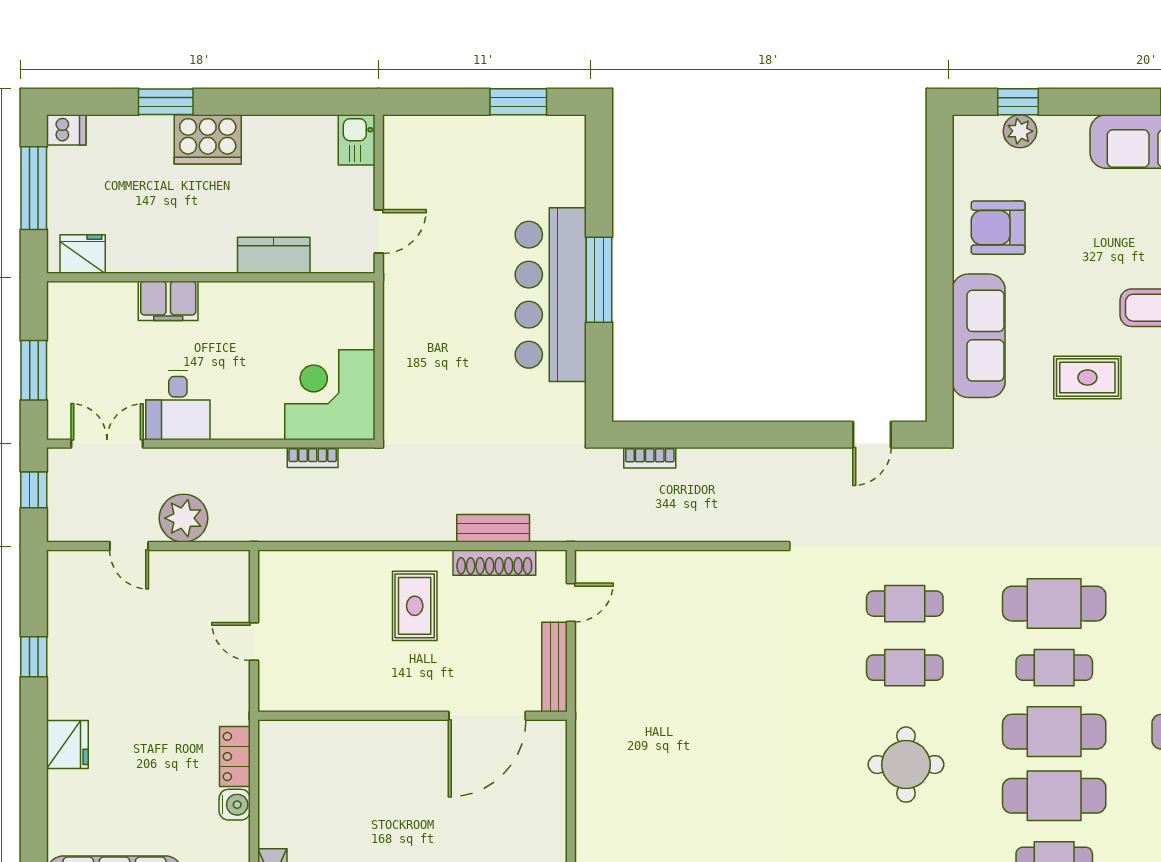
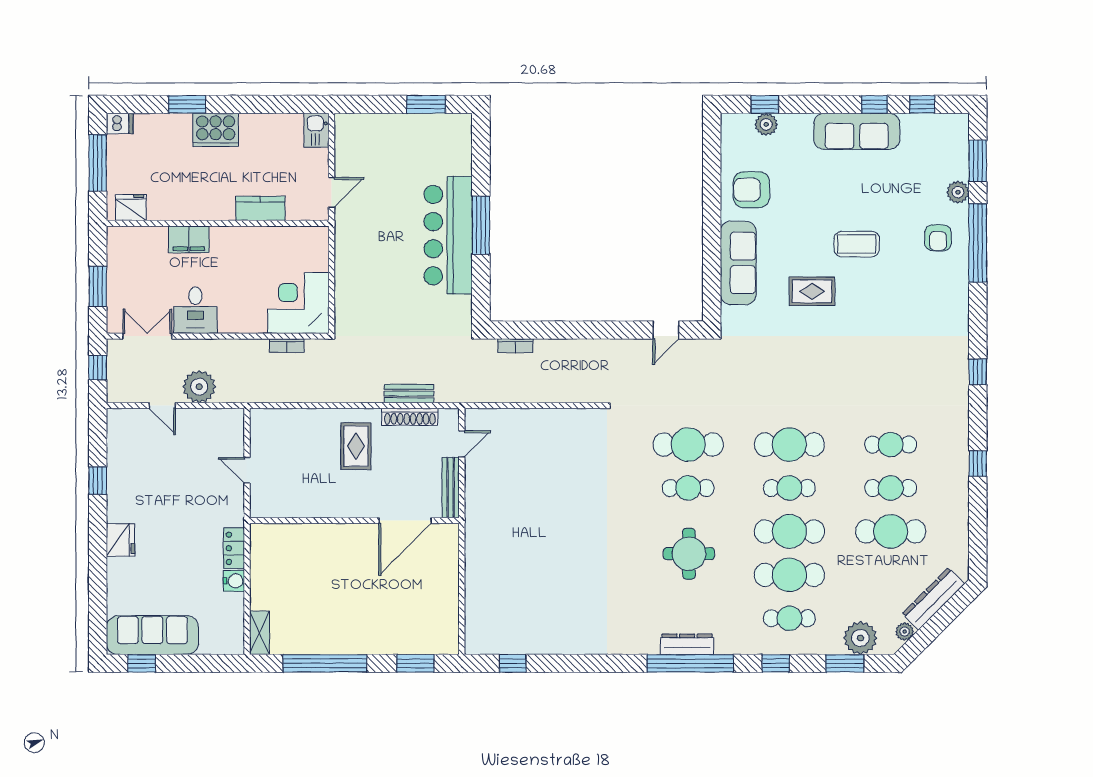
cafe table: (905, 604) -> (688, 445), width x1.37, depth x1.35

